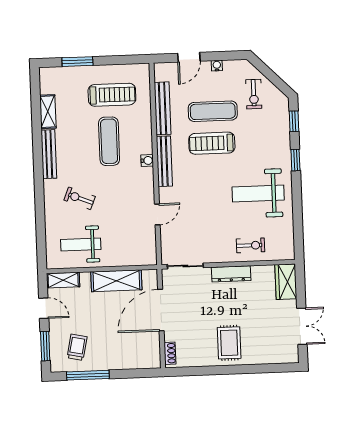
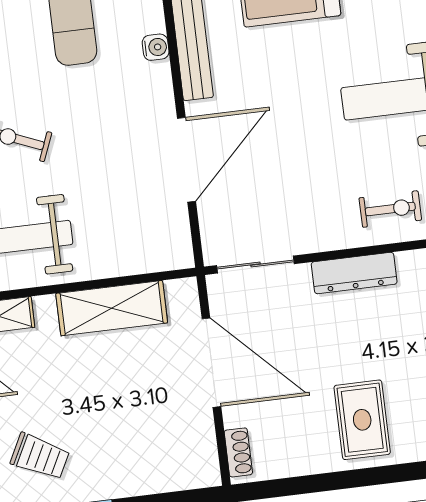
door: (157, 214) -> (187, 160), width x1.87
door: (161, 310) -> (211, 363), swing flipped
trolley: (77, 347) -> (40, 456), turned 105

